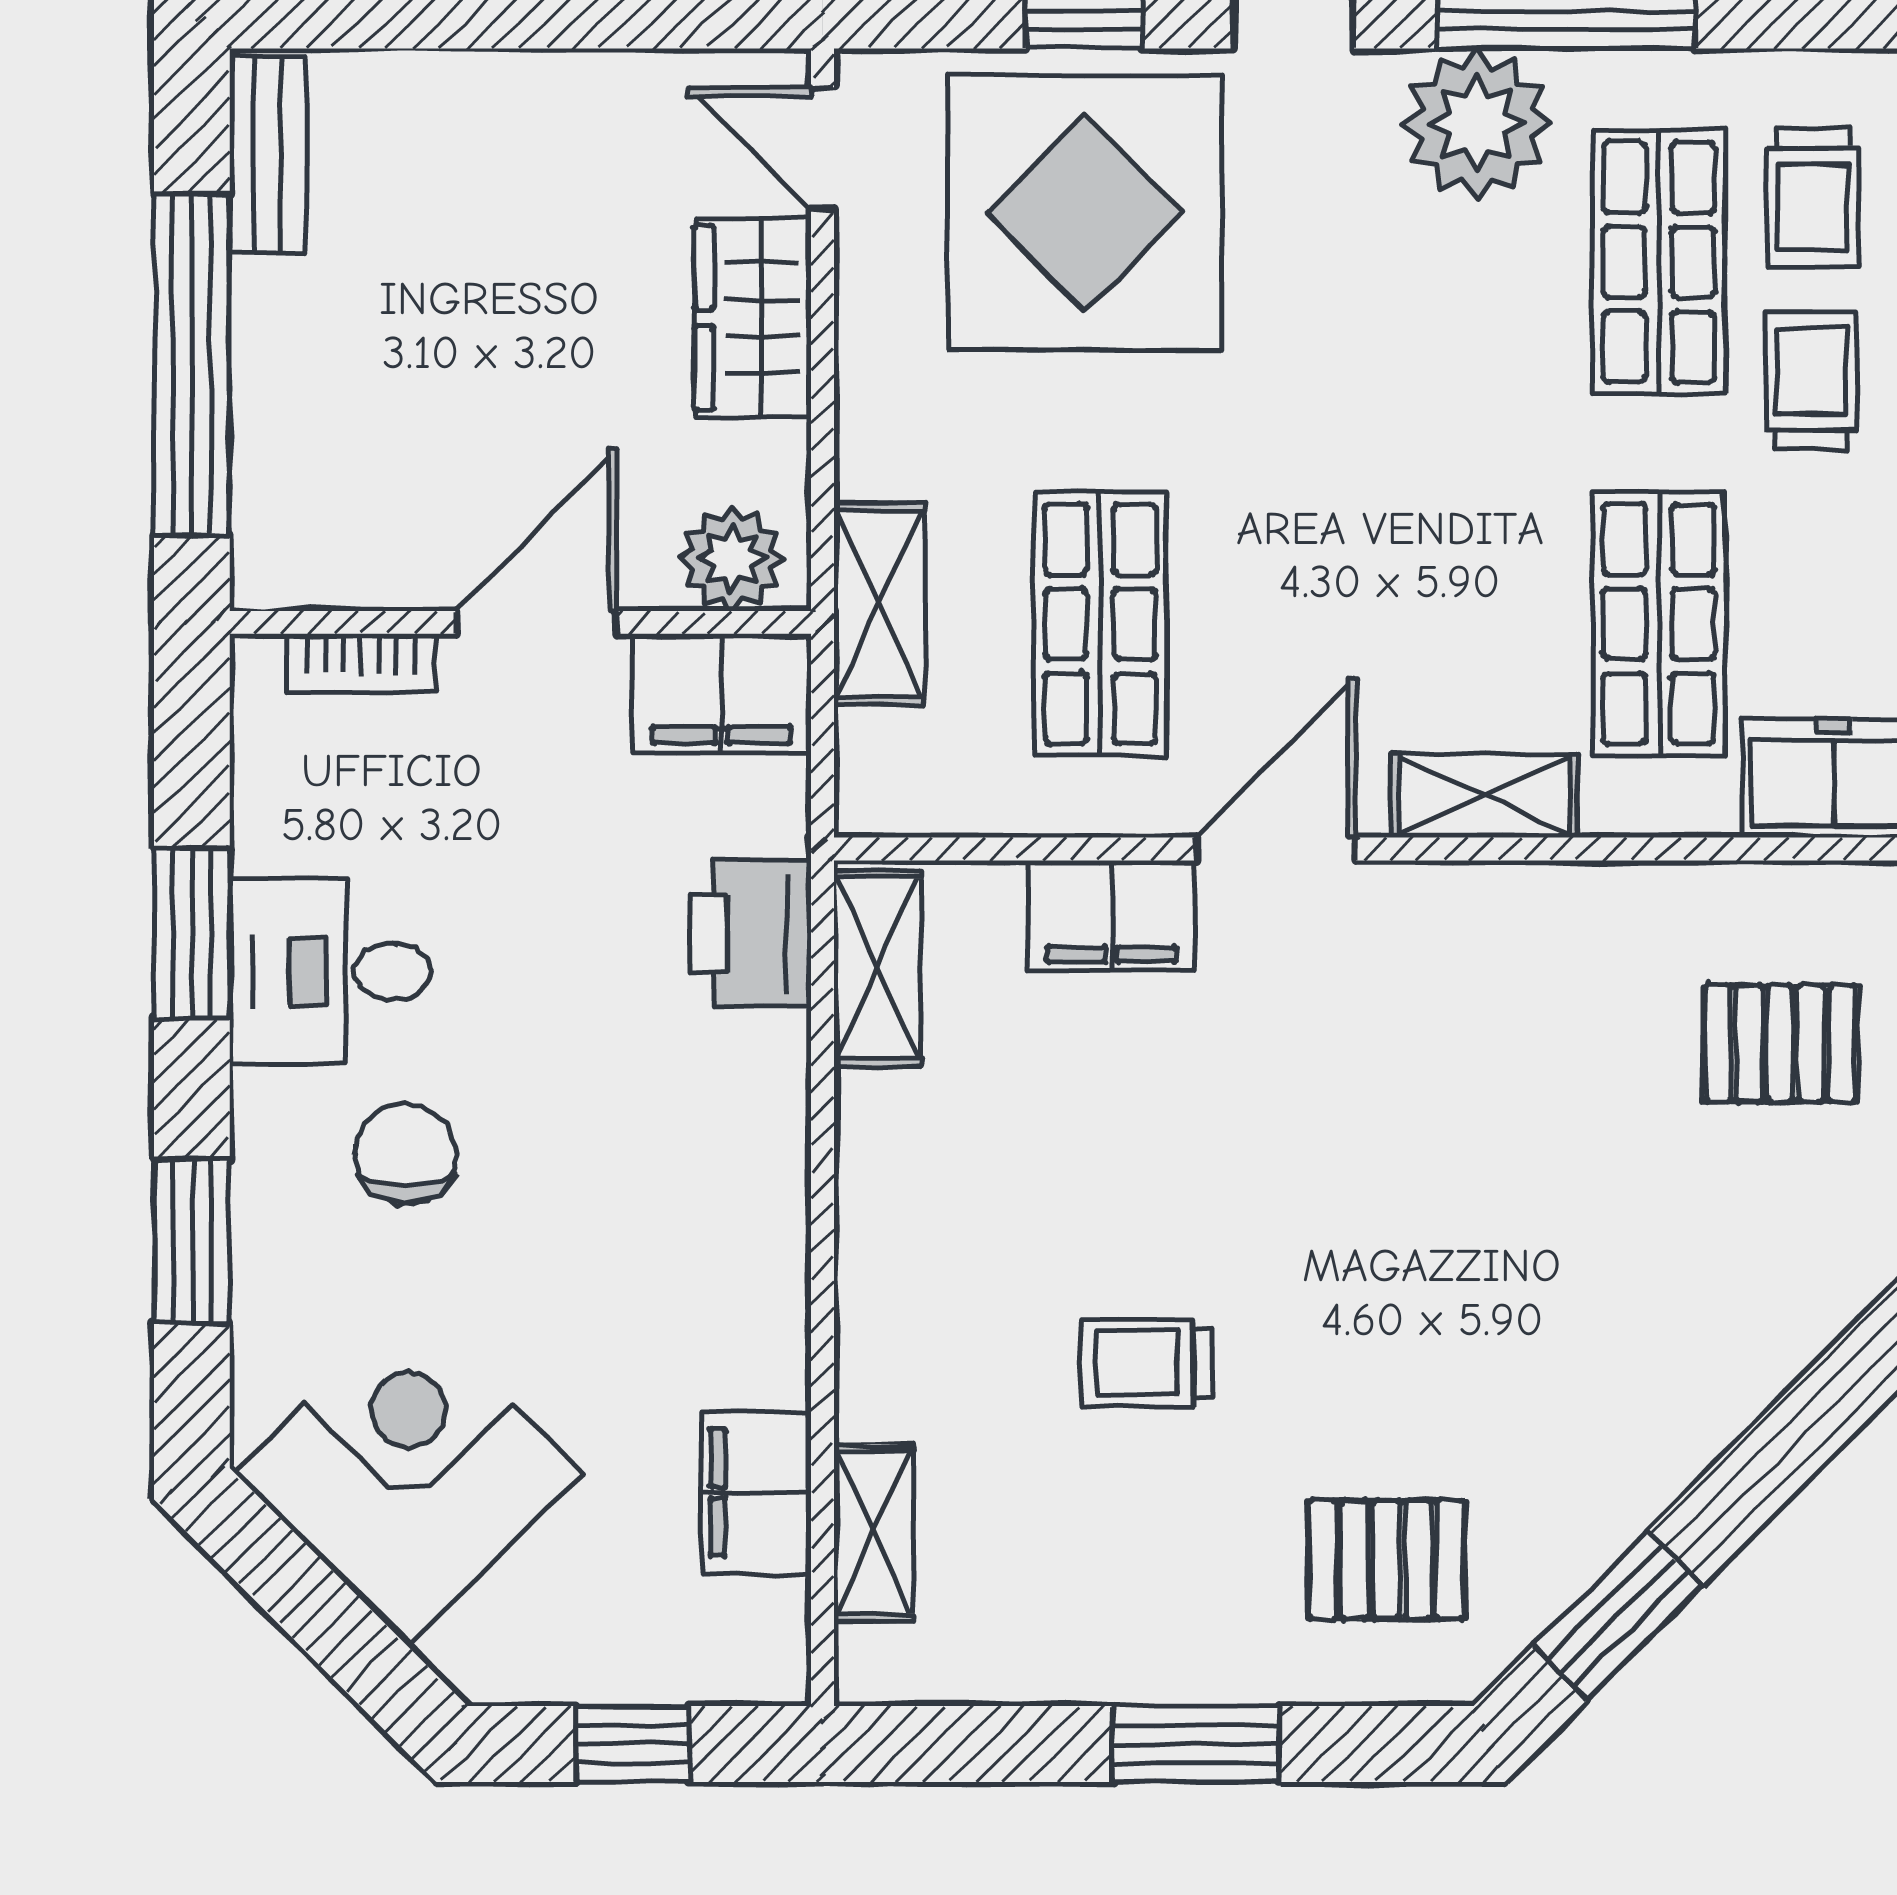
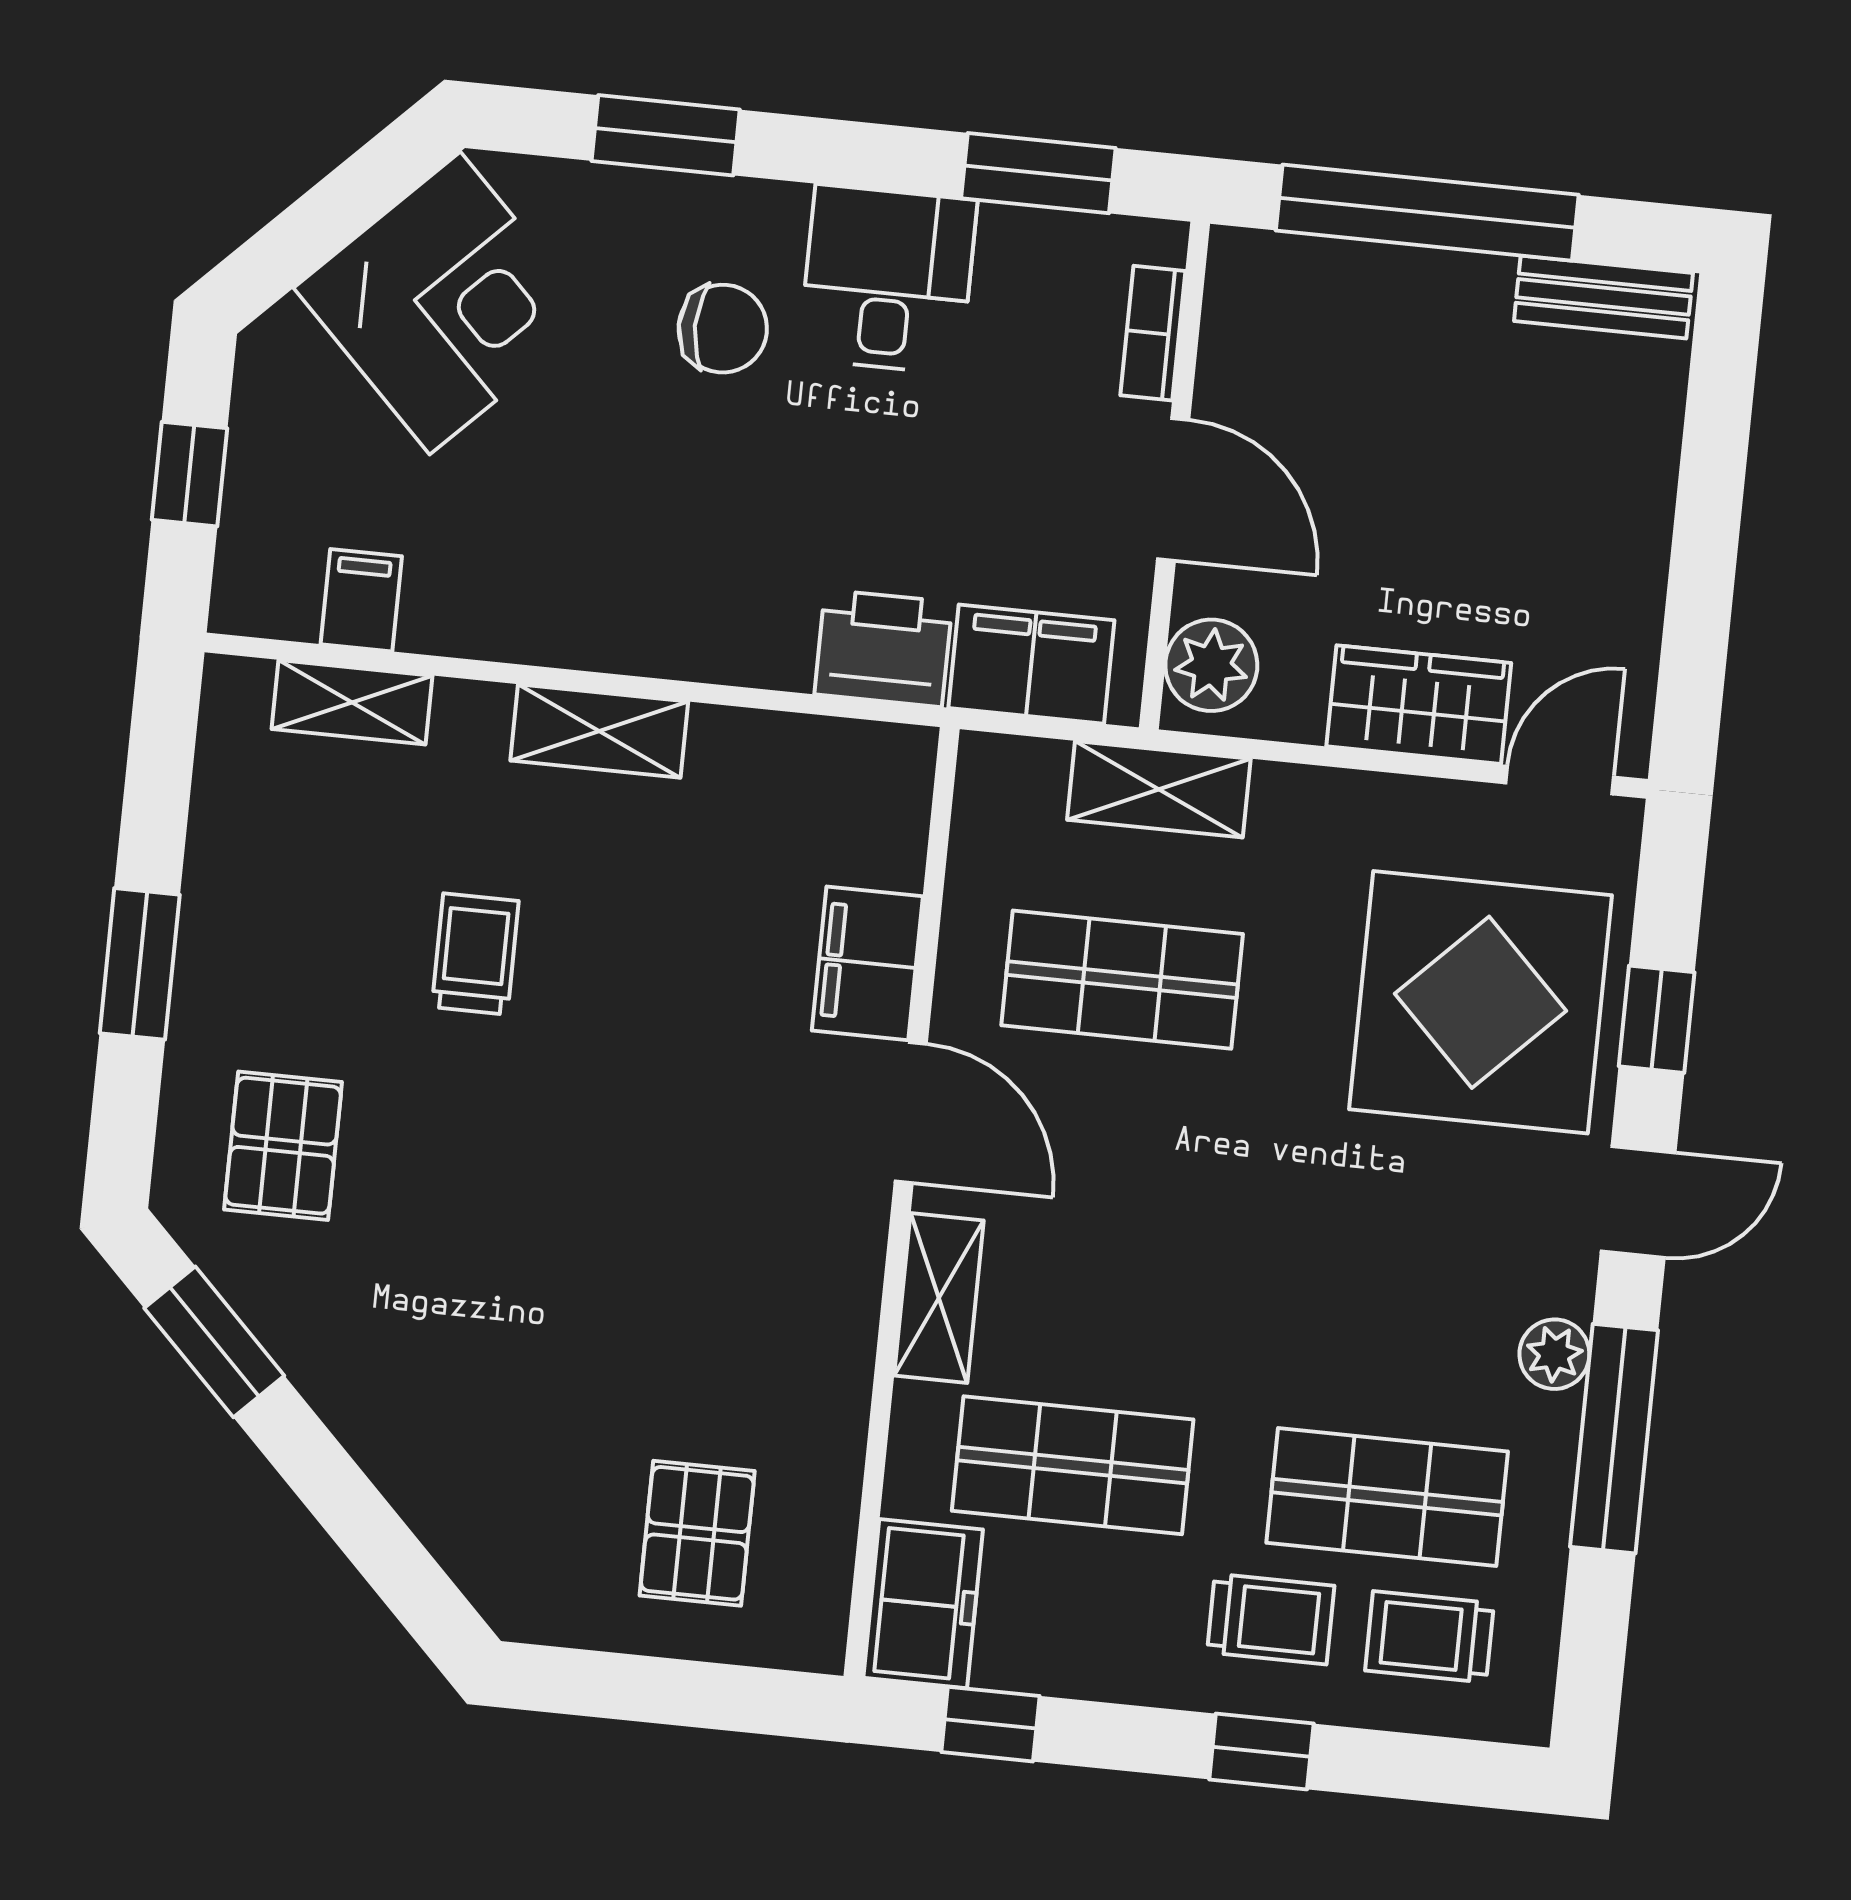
plant: (1477, 123) -> (1554, 1354), width x0.53, depth x0.53
filing cabinet: (722, 693) -> (1031, 664), moved, turned 90
window: (192, 933) -> (1038, 173), moved
shelving: (878, 968) -> (599, 731), moved
filing cabinet: (756, 1493) -> (361, 600), width x0.50

